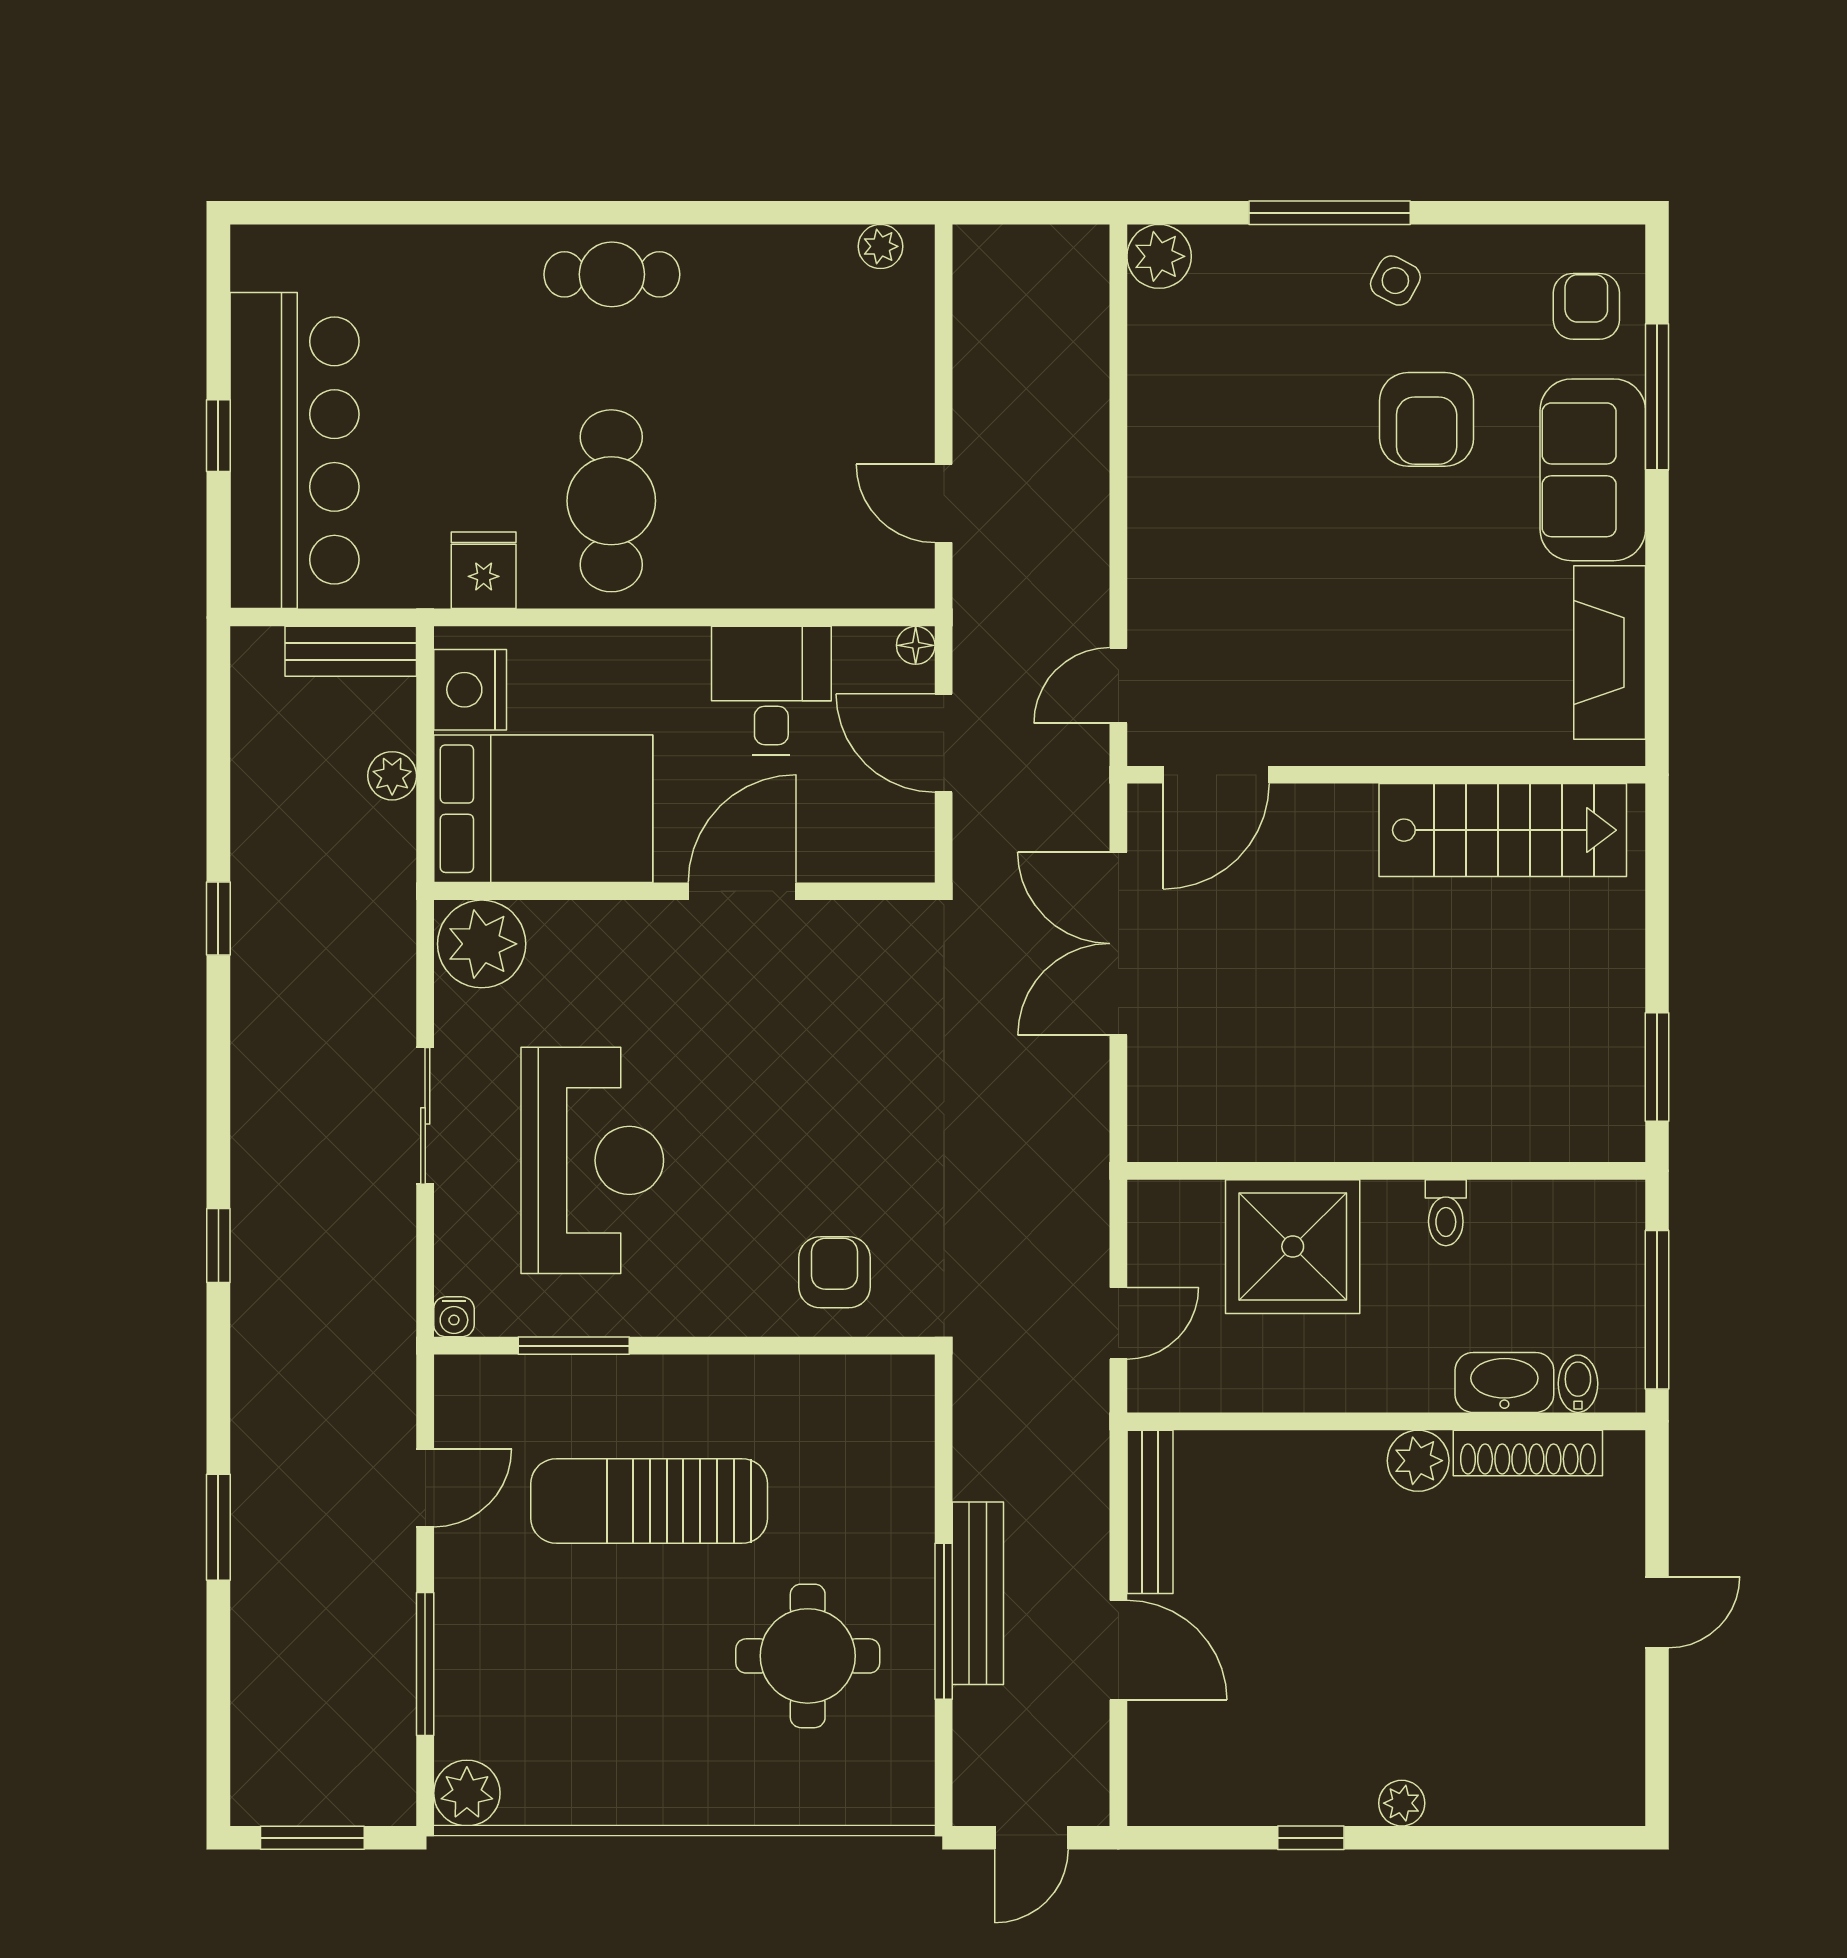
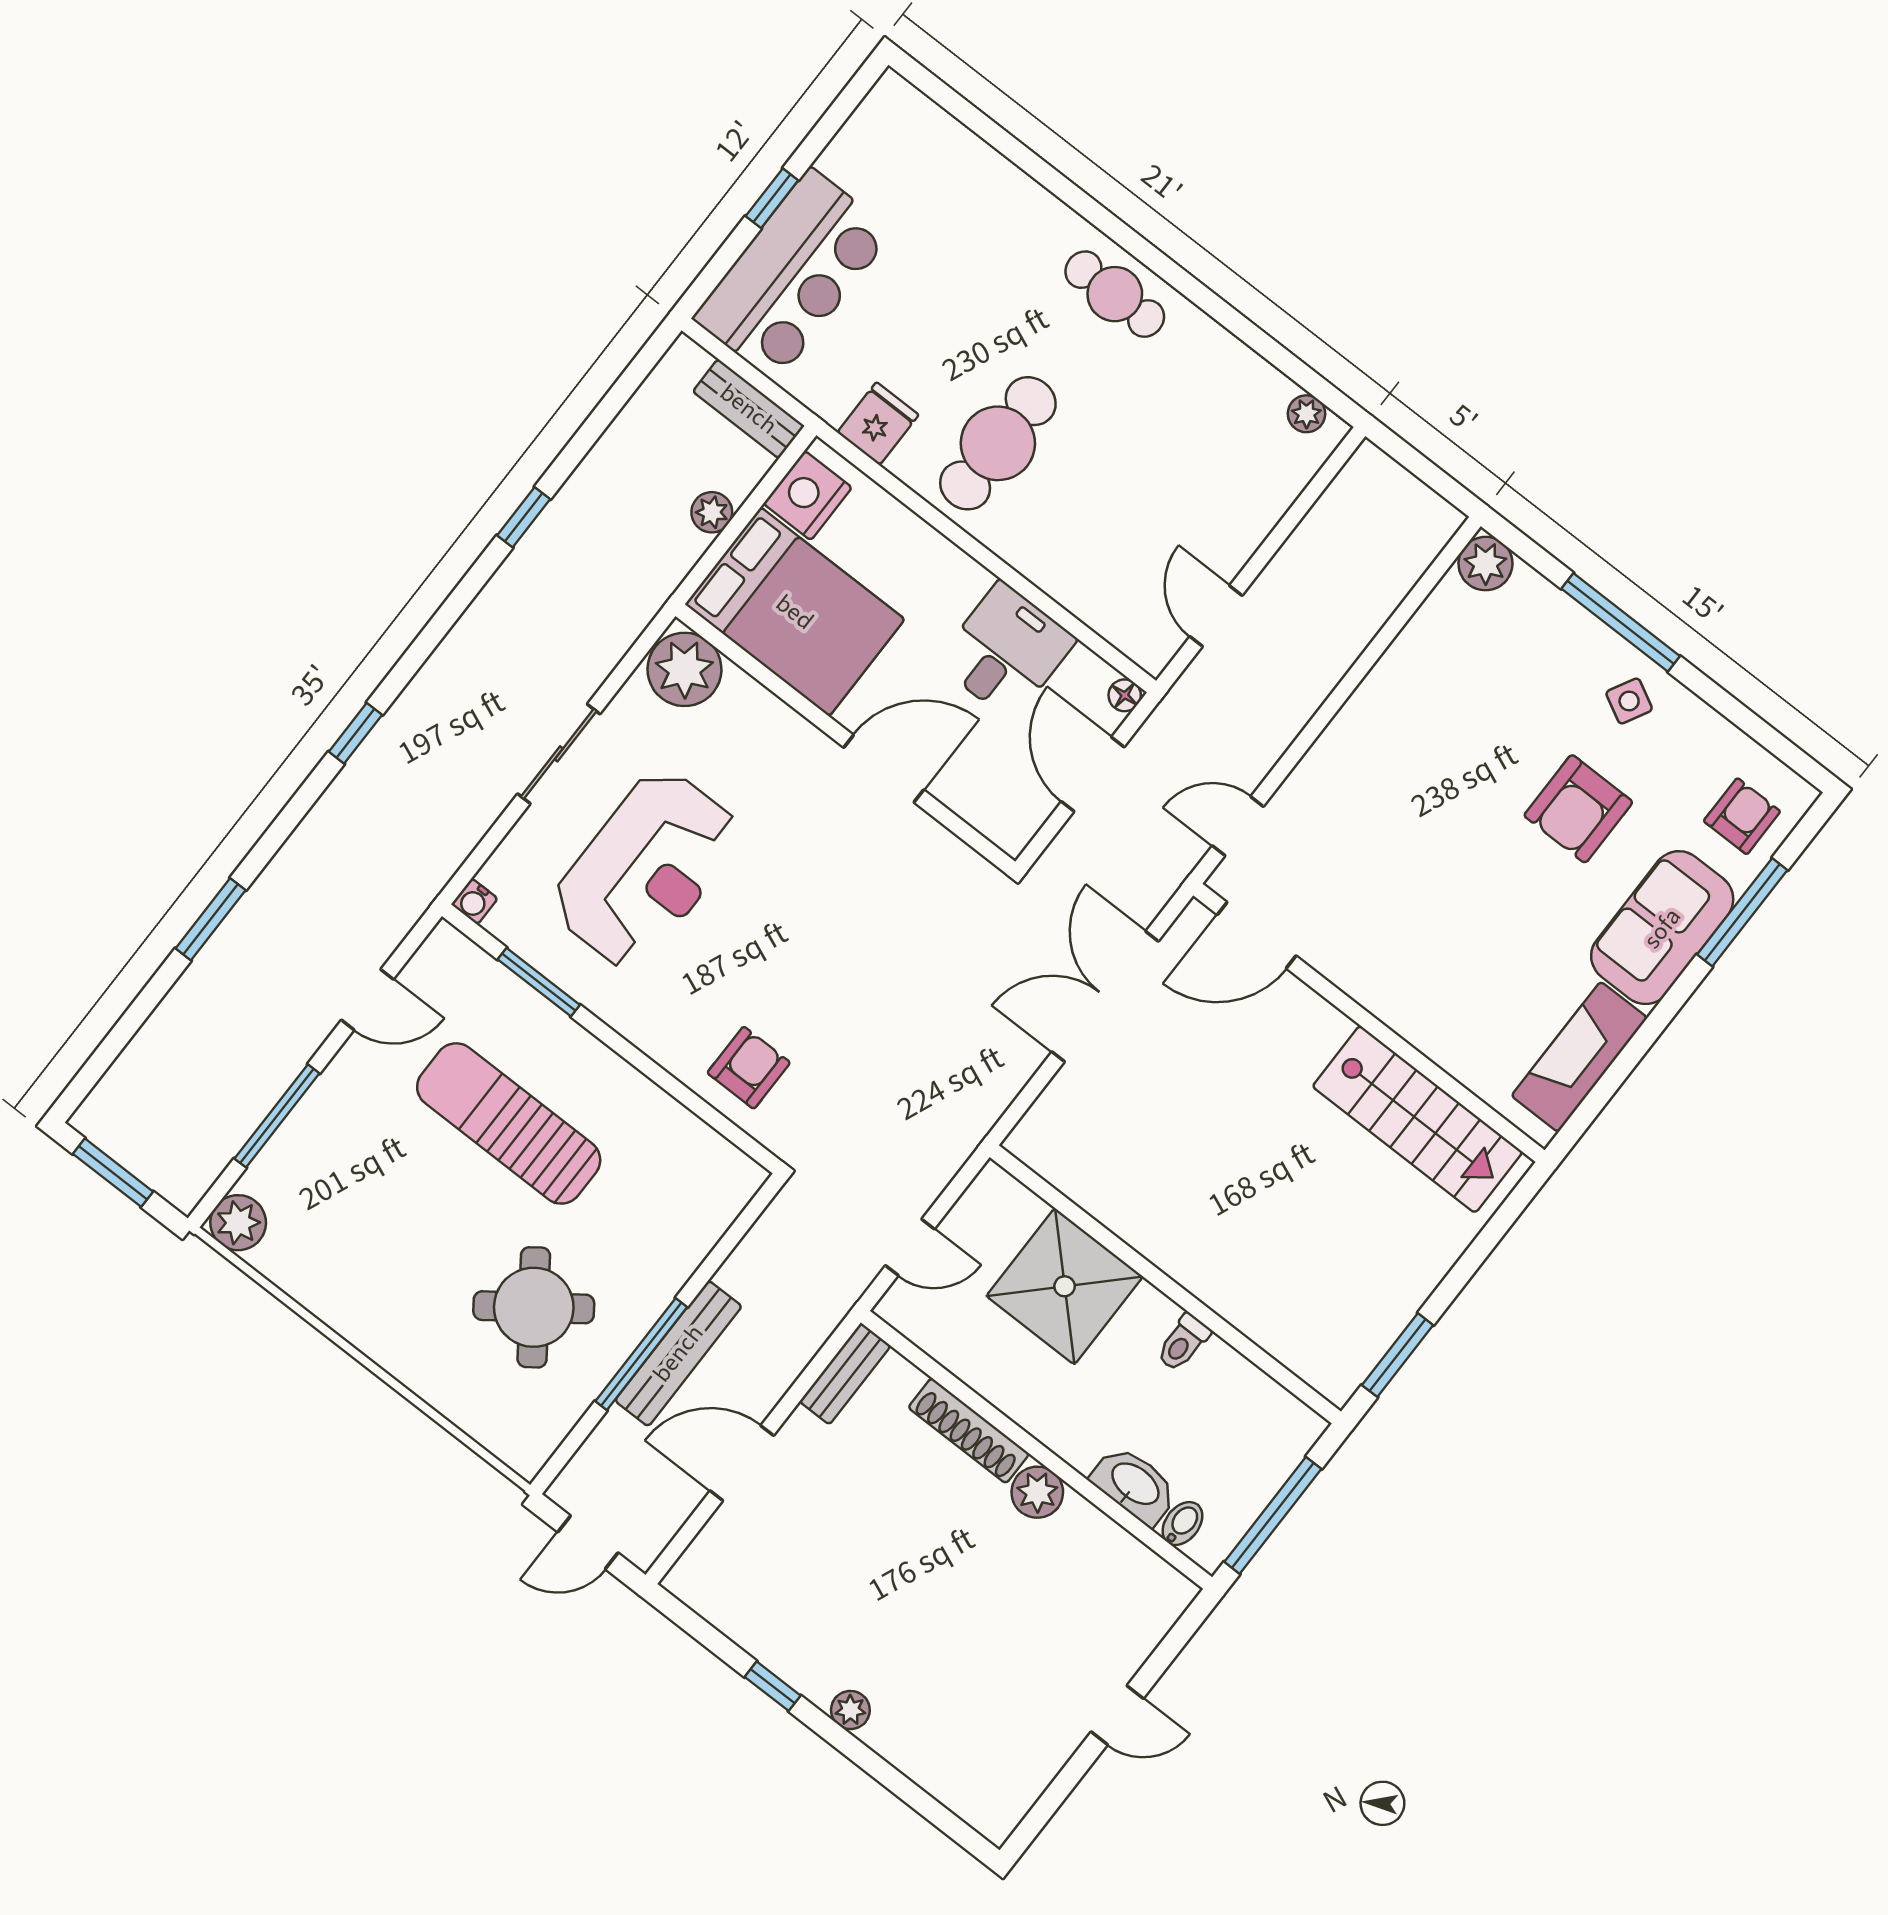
bar counter: (294, 451) -> (793, 275), width x0.73
shoe rack: (1528, 1453) -> (969, 1431), moved
bench: (1150, 1512) -> (845, 1374), width x0.73
door: (1118, 1650) -> (742, 1463), swing flipped
round table: (808, 1656) -> (534, 1307), turned -36

